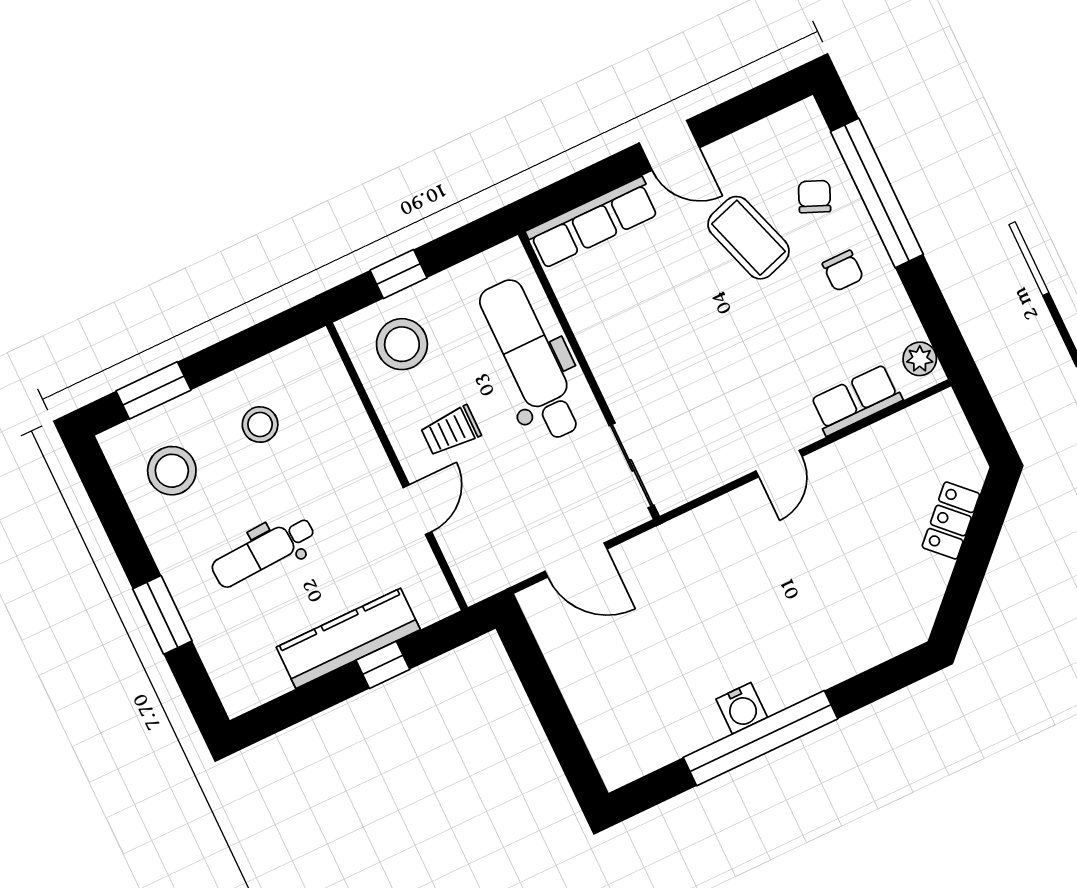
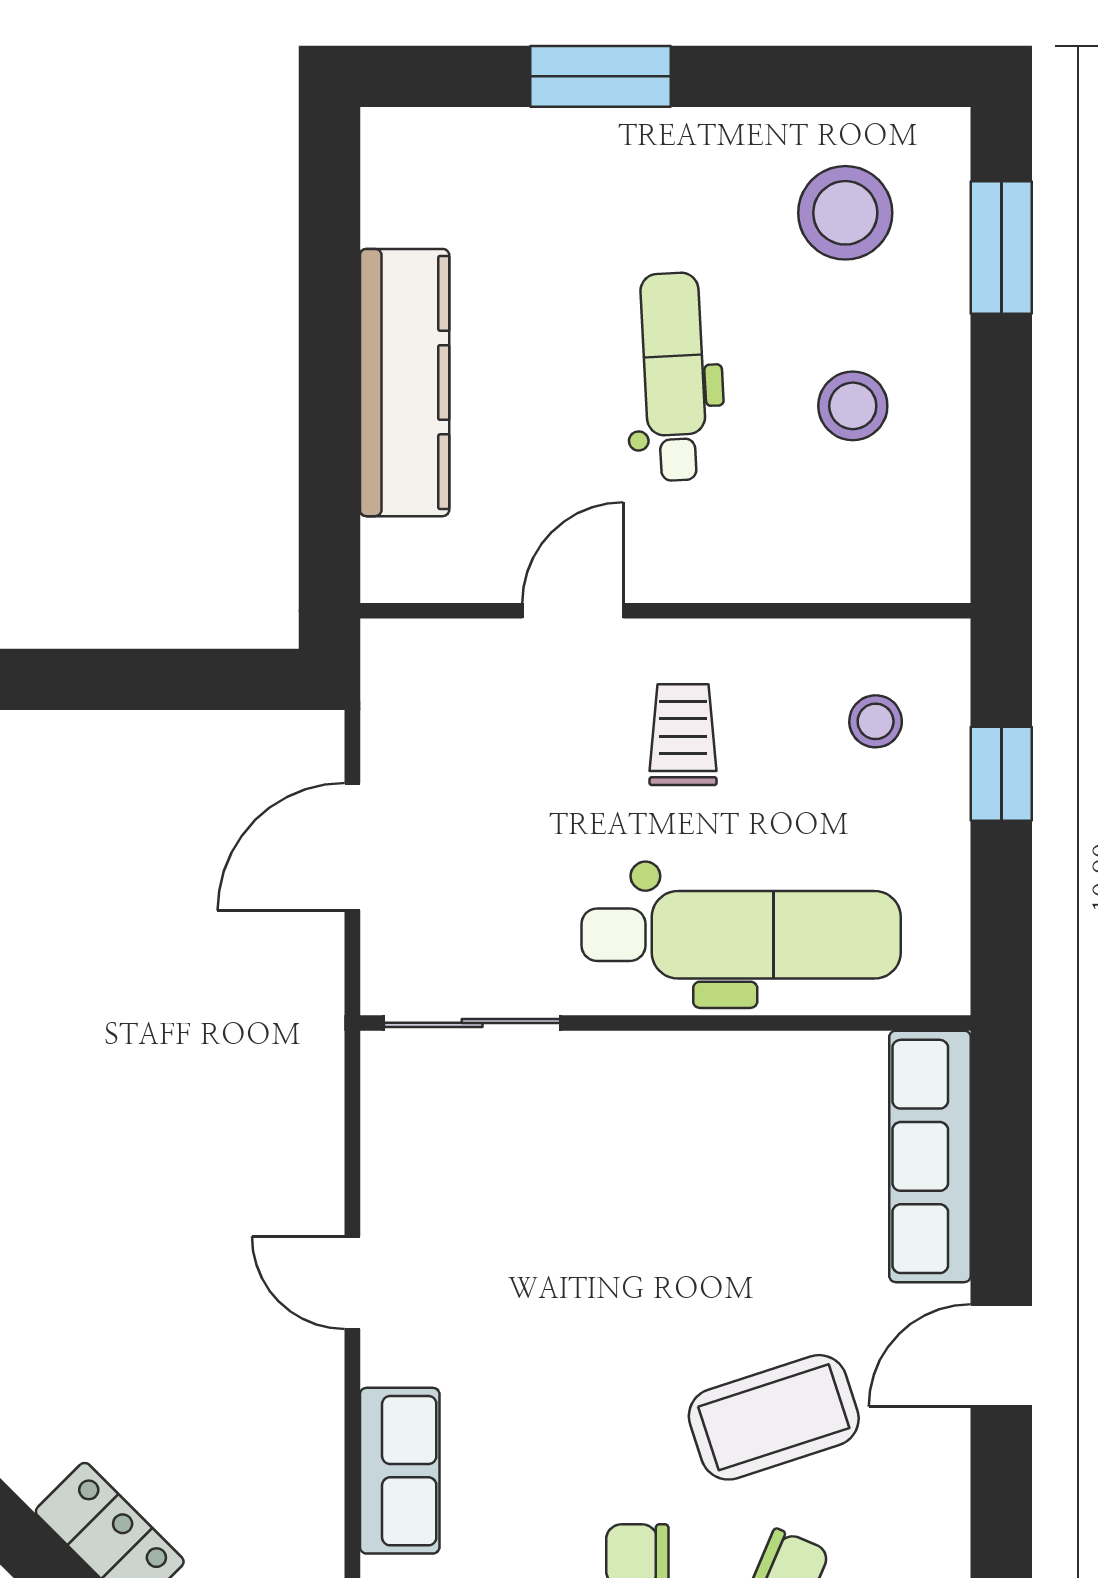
stool: (402, 344) -> (876, 721), width x0.53, depth x0.53
door: (417, 510) -> (573, 611), swing flipped
dental chair: (263, 552) -> (674, 377), moved
window: (383, 665) -> (329, 421), removed

